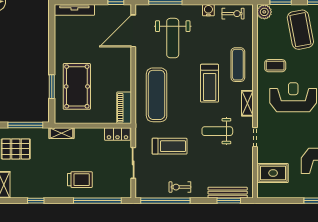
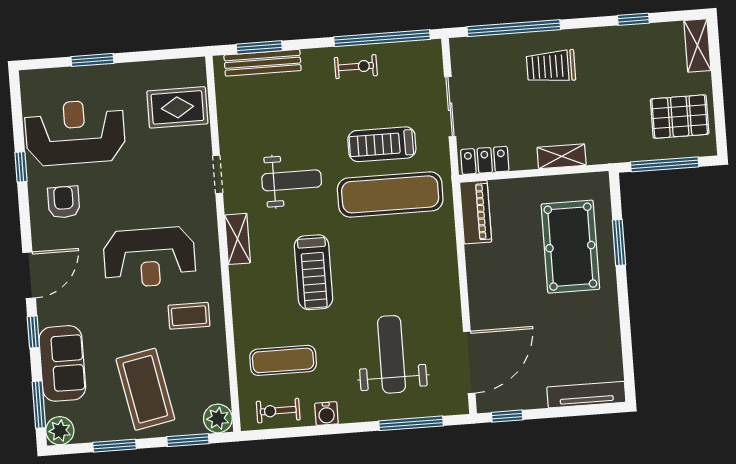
exercise mat: (238, 65) -> (283, 360), moved, turned 90
treadmill: (210, 83) -> (314, 272), turned 180
exercise mat: (157, 95) -> (390, 194), moved, turned 90
shelving: (61, 133) -> (562, 156), moved

